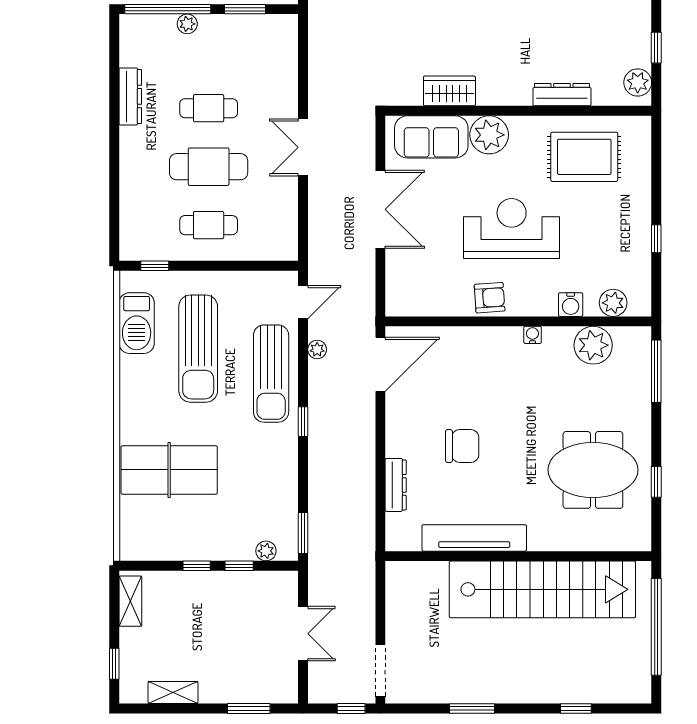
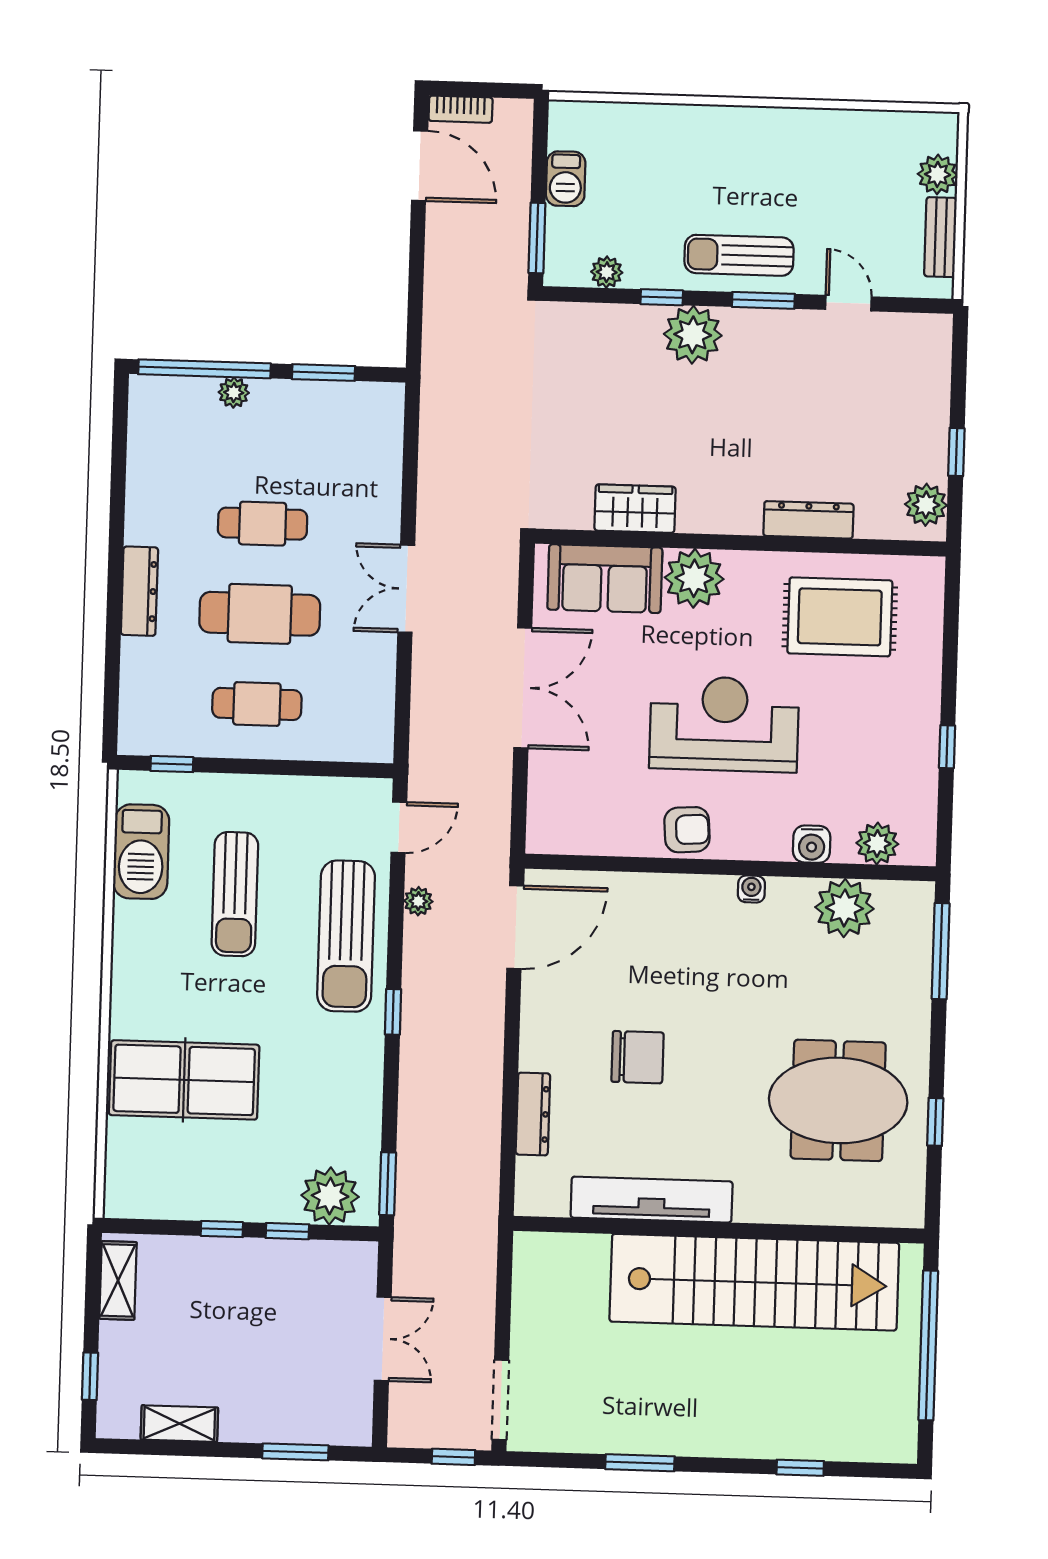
dresser: (130, 96) -> (139, 591), moved
sun lounger: (198, 349) -> (235, 894), width x0.73, depth x0.75
plant: (266, 551) -> (330, 1196), width x1.88, depth x1.88

